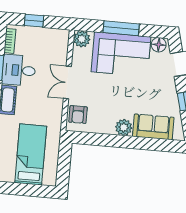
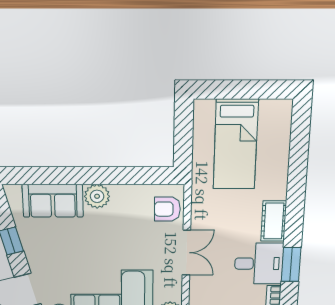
armchair: (78, 115) -> (167, 209), turned -90

